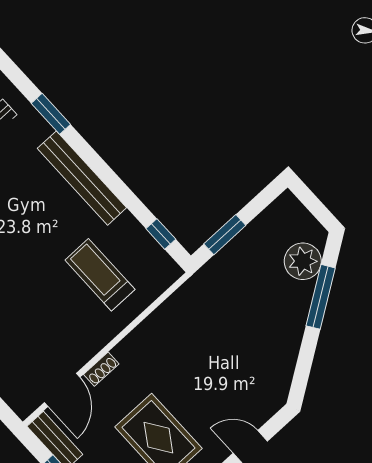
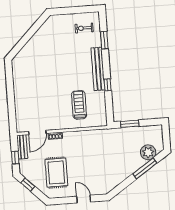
window: (161, 234) -> (108, 85), moved

